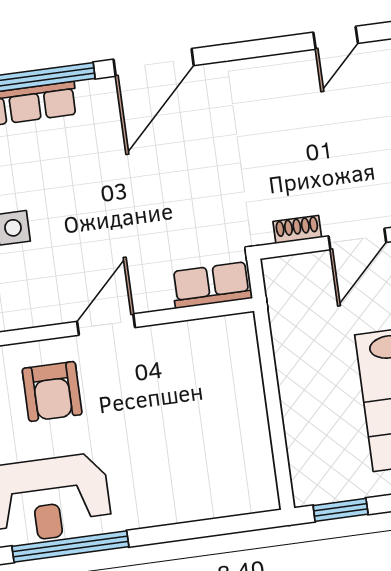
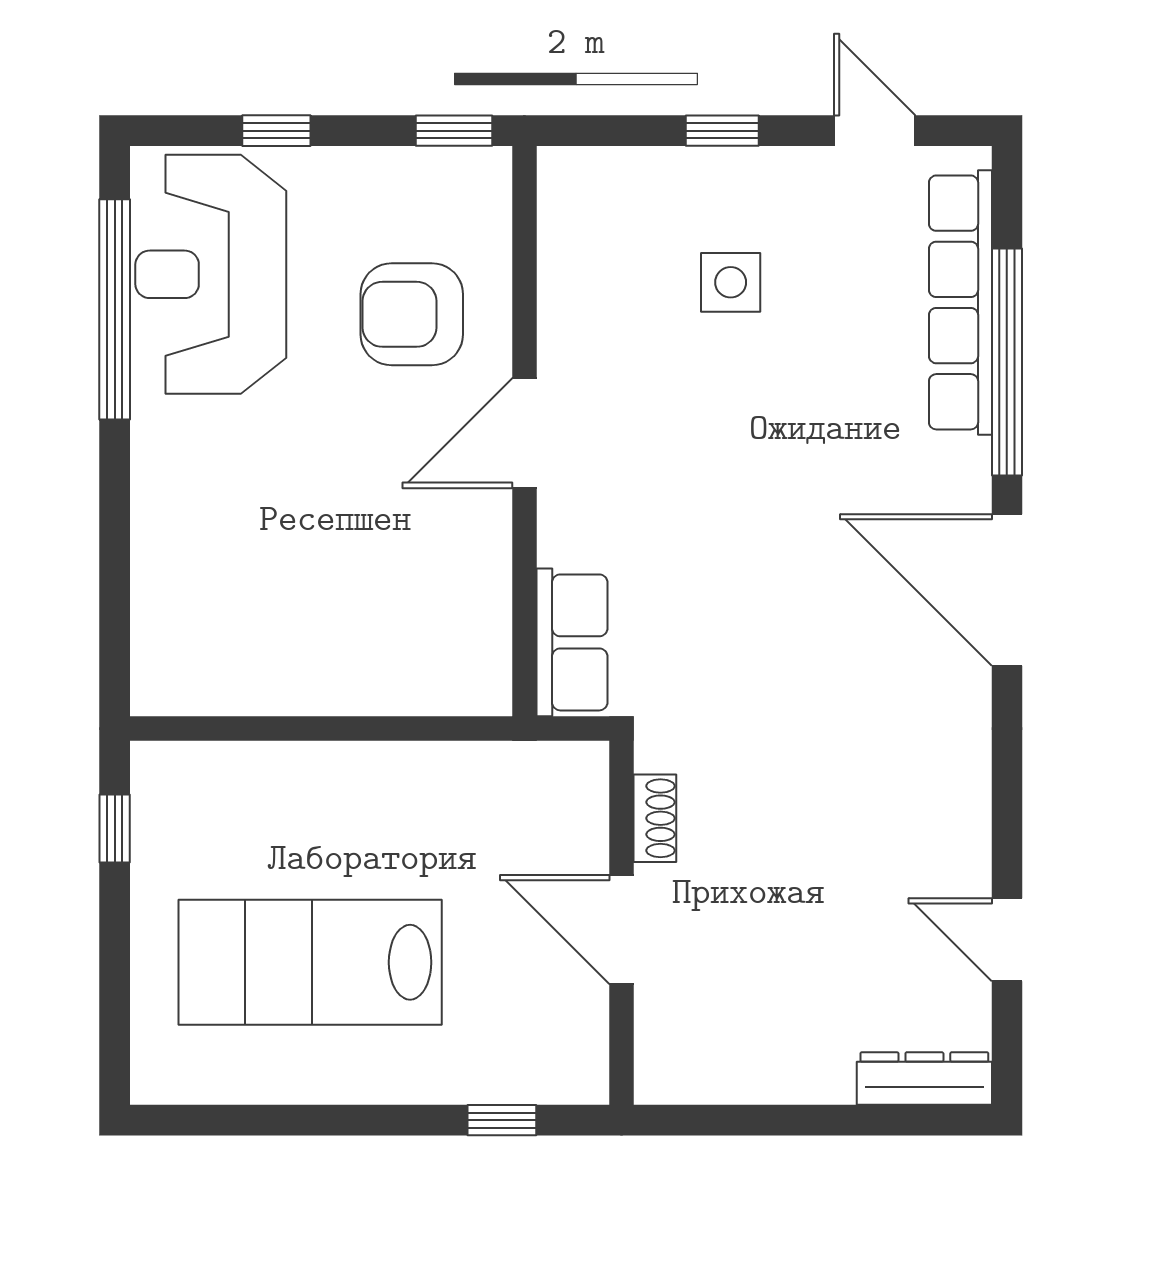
door: (106, 325) -> (524, 433), swing flipped
window: (341, 510) -> (115, 829), width x0.67

